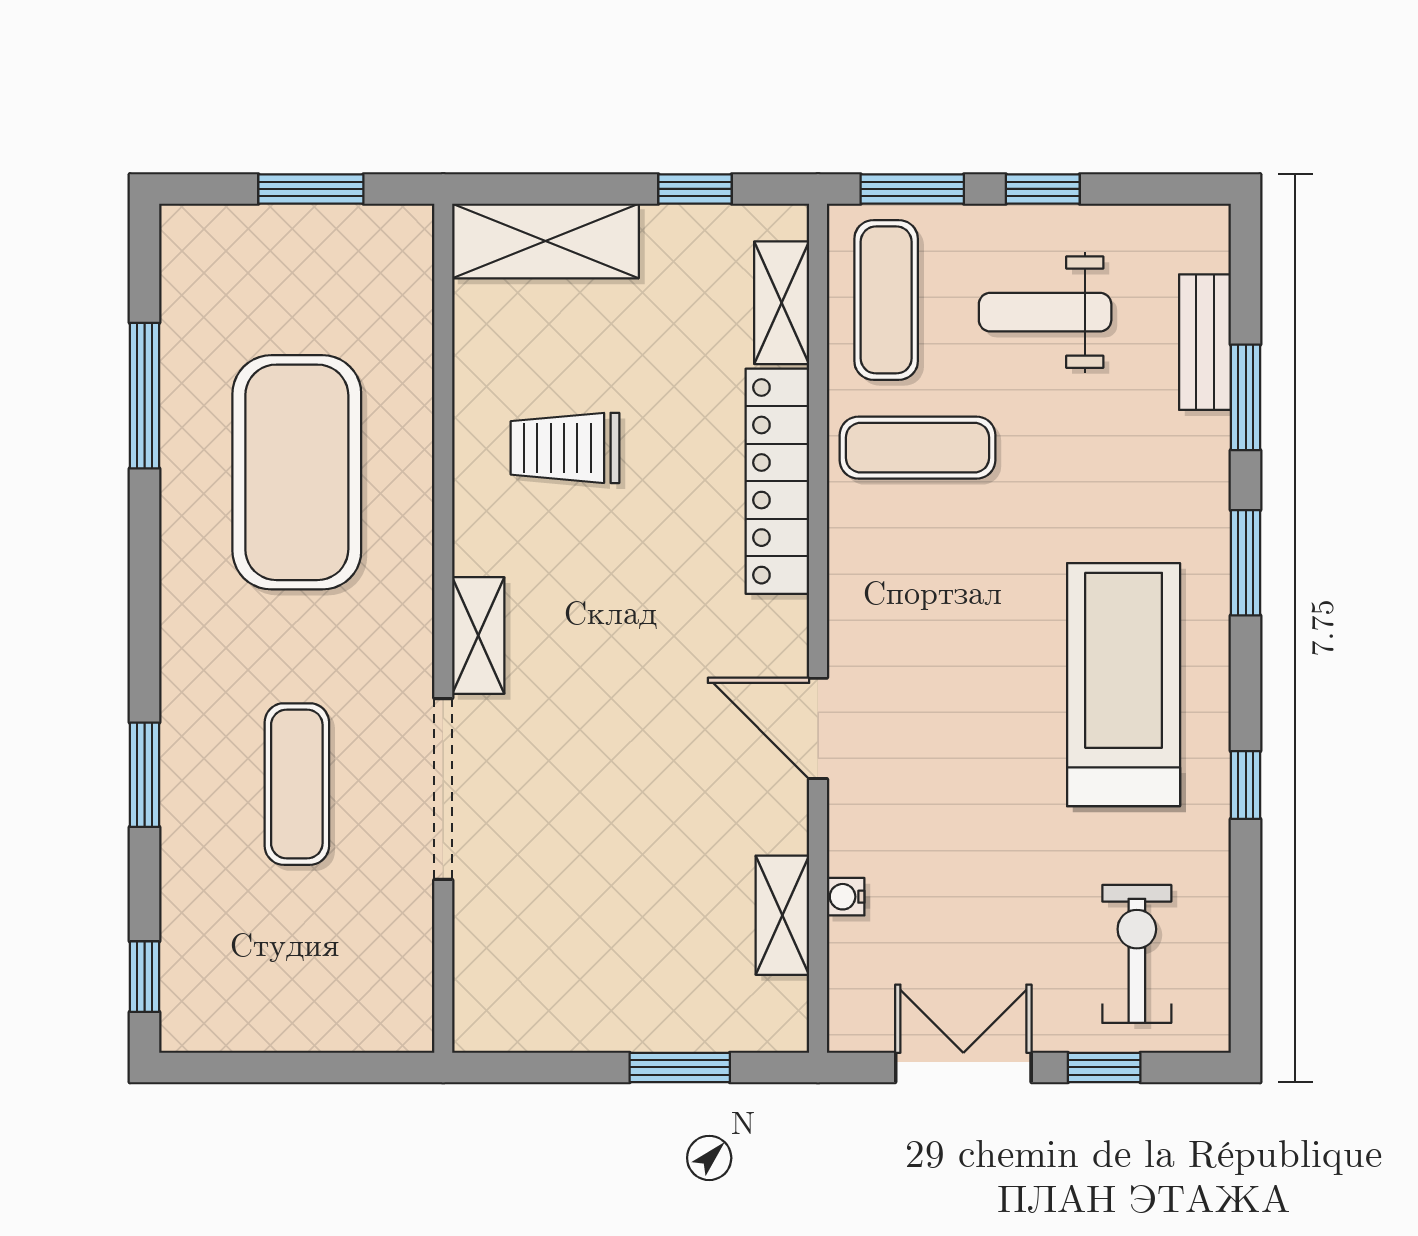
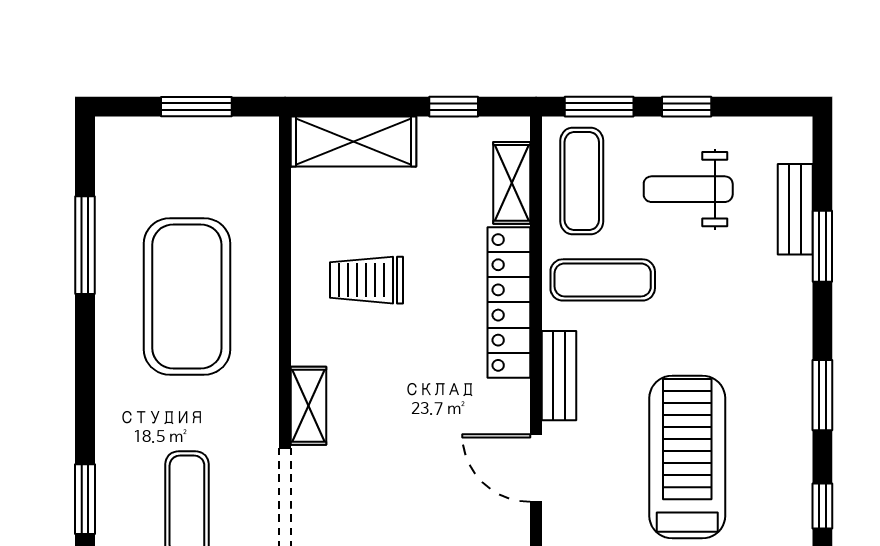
window: (1246, 563) -> (822, 395), moved
bench: (852, 591) -> (559, 376), added
treadmill: (1124, 685) -> (687, 457), moved

